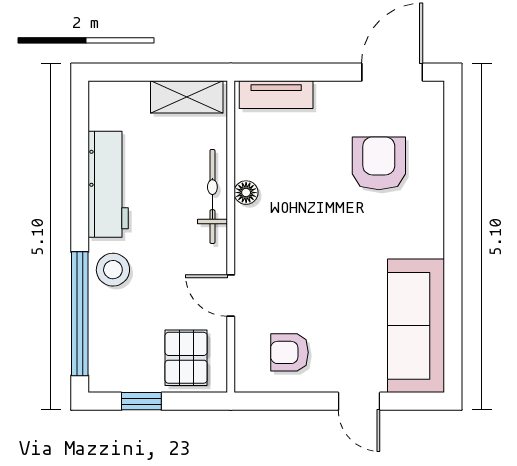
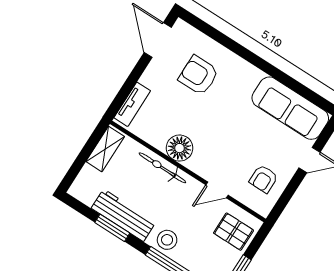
window: (80, 180) -> (112, 228), added
floor lamp: (246, 193) -> (180, 148), width x1.89, depth x1.89

